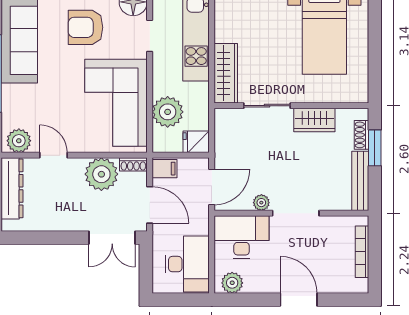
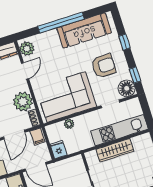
armchair: (86, 27) -> (104, 66), turned 90
wardrobe: (226, 73) -> (115, 150), moved
plant: (168, 112) -> (69, 124), width x0.53, depth x0.53

